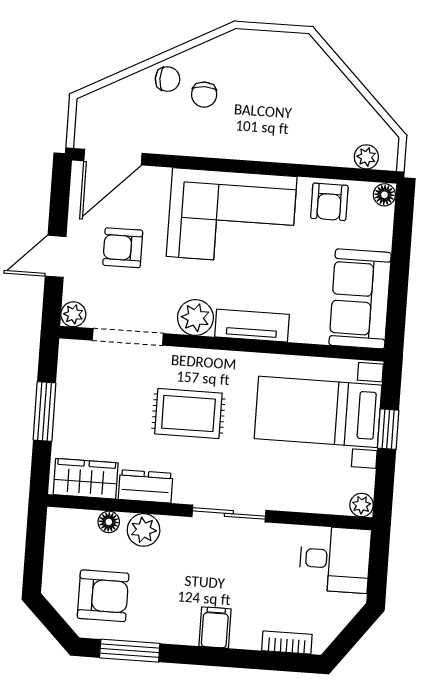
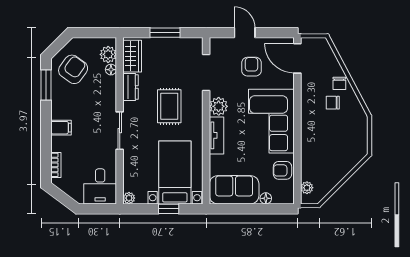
floor lamp: (384, 195) -> (266, 198), moved
plant: (73, 314) -> (216, 44), removed
plant: (144, 530) -> (108, 54), moved
armchair: (103, 596) -> (73, 69), turned -144

